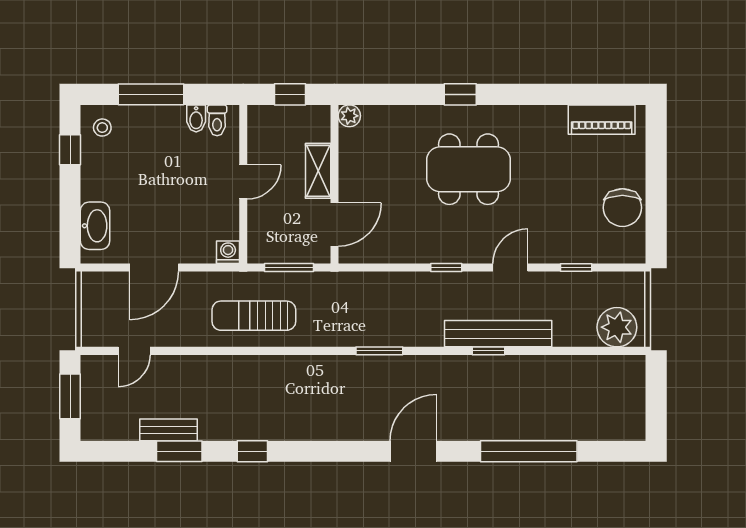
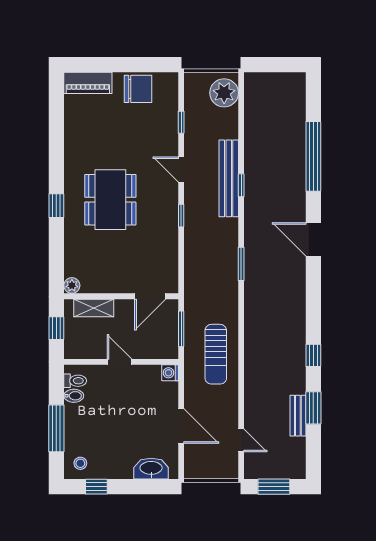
piano: (602, 120) -> (88, 83), moved, turned 90
shelving: (318, 171) -> (94, 308), moved
door: (334, 225) -> (150, 296), swing flipped

